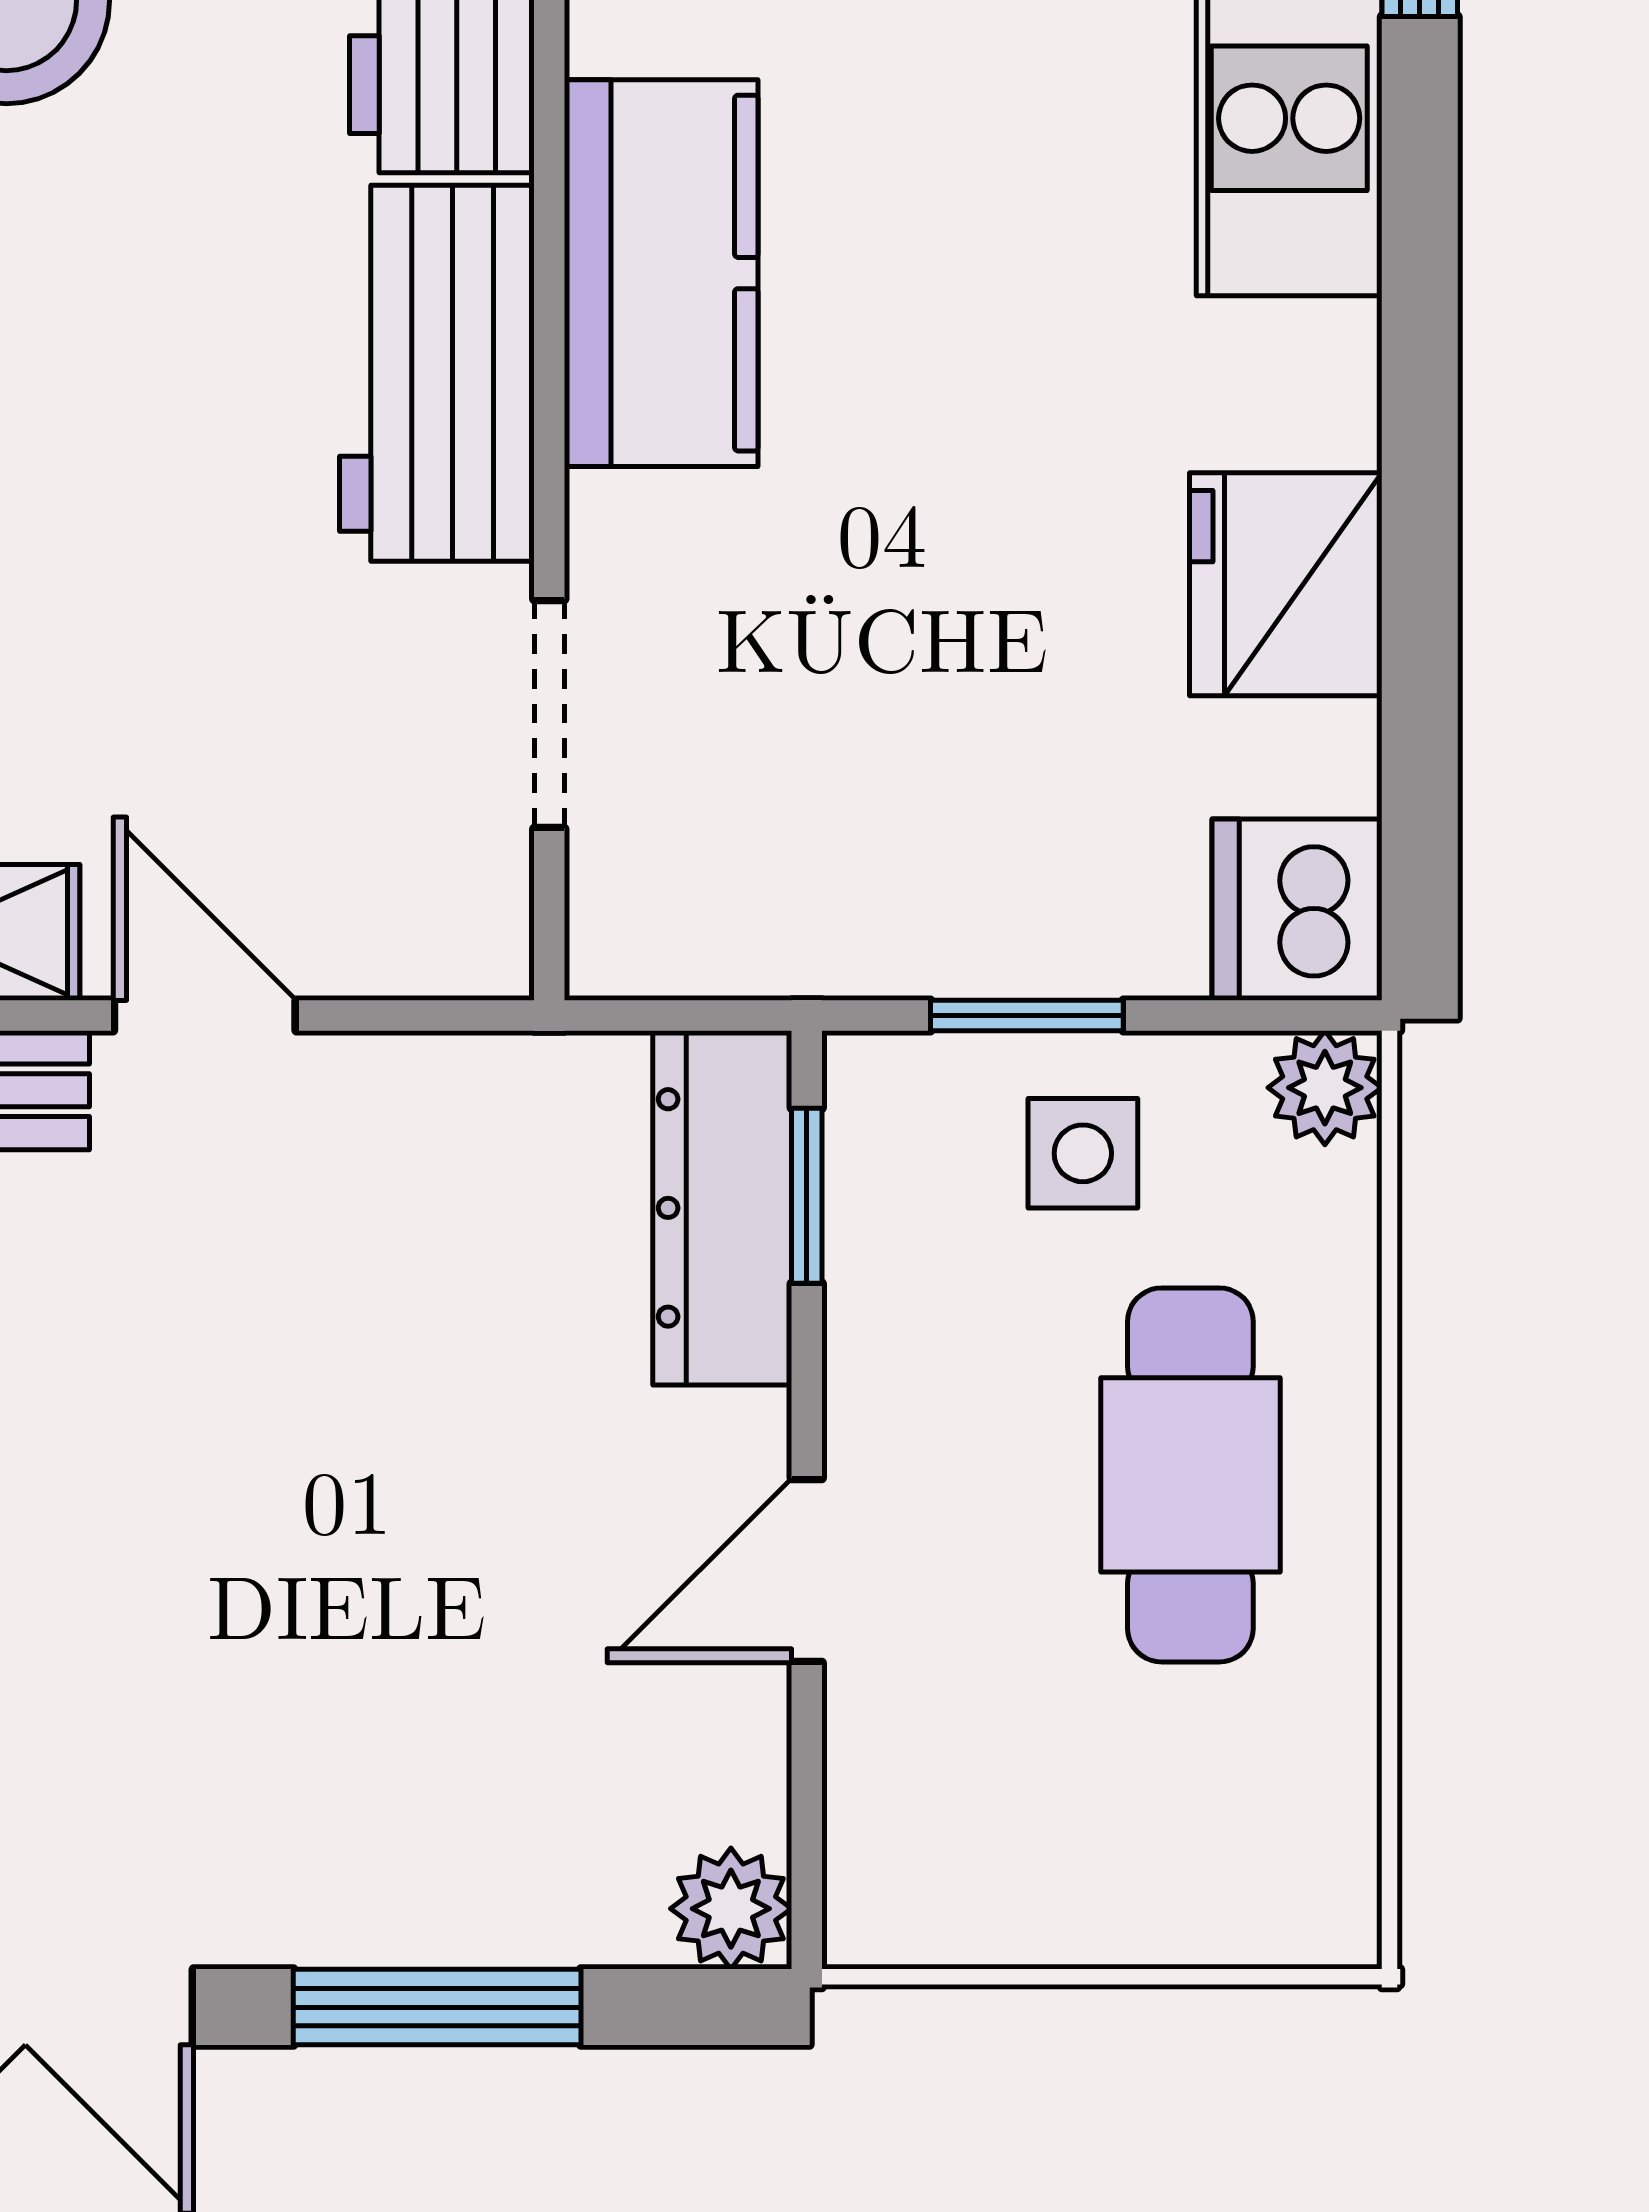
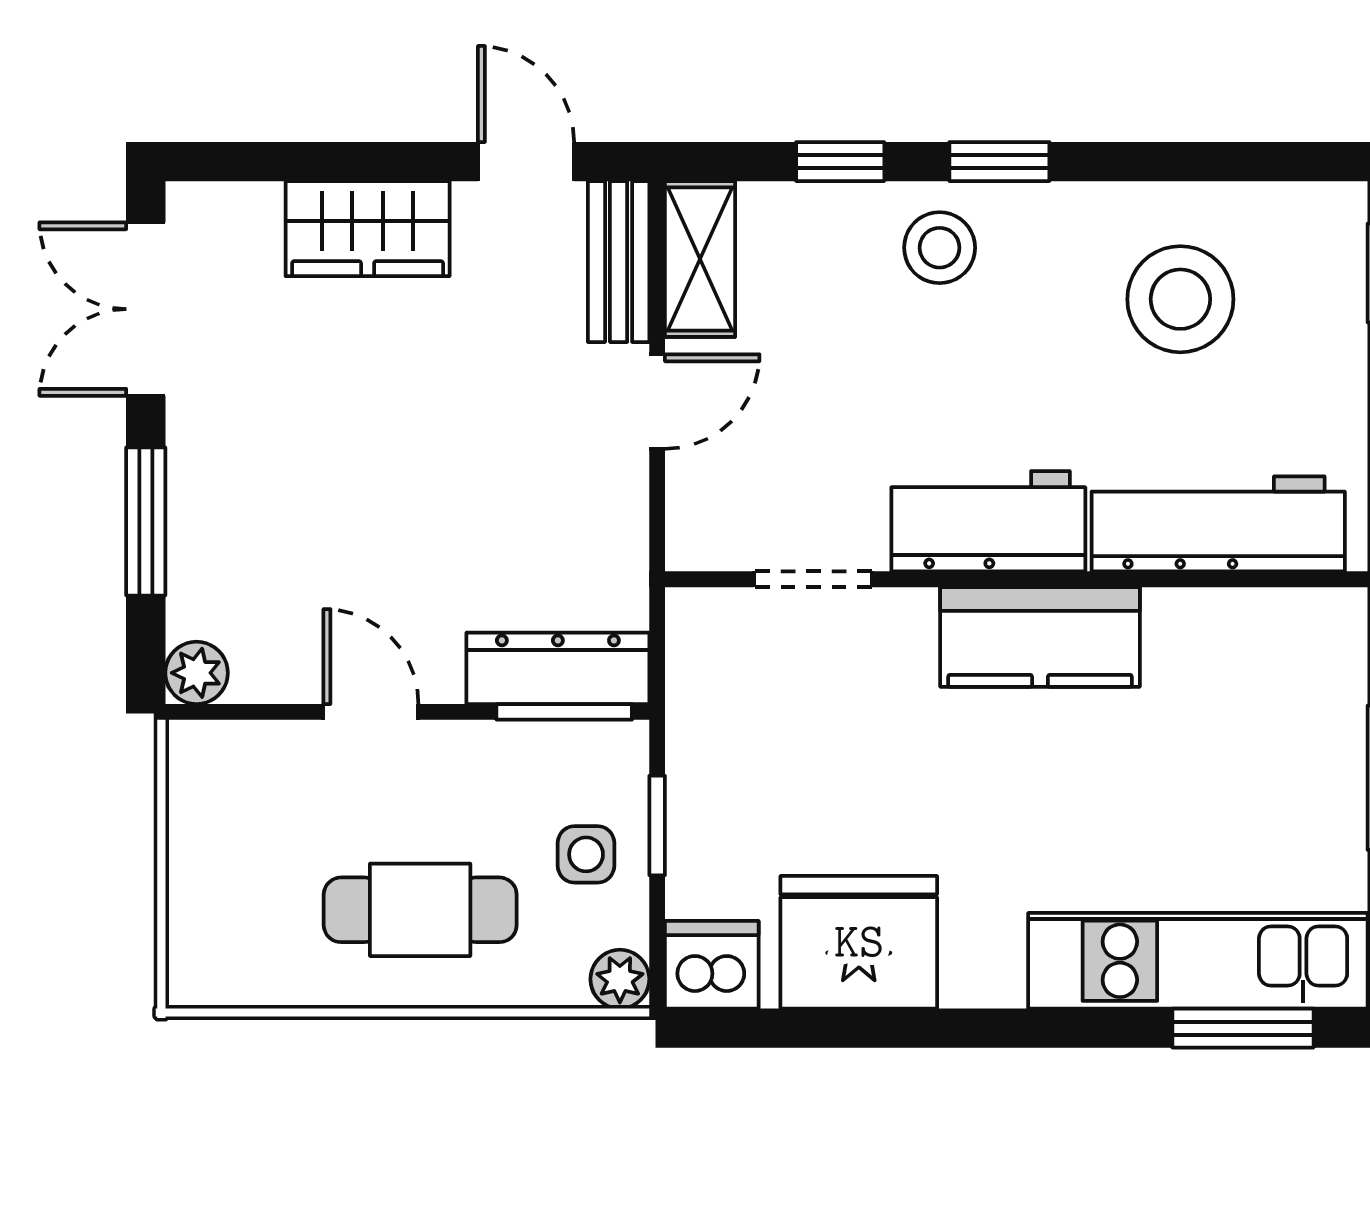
fridge: (1286, 584) -> (859, 942), width x1.36, depth x1.34
window: (807, 1196) -> (564, 712), width x1.50

